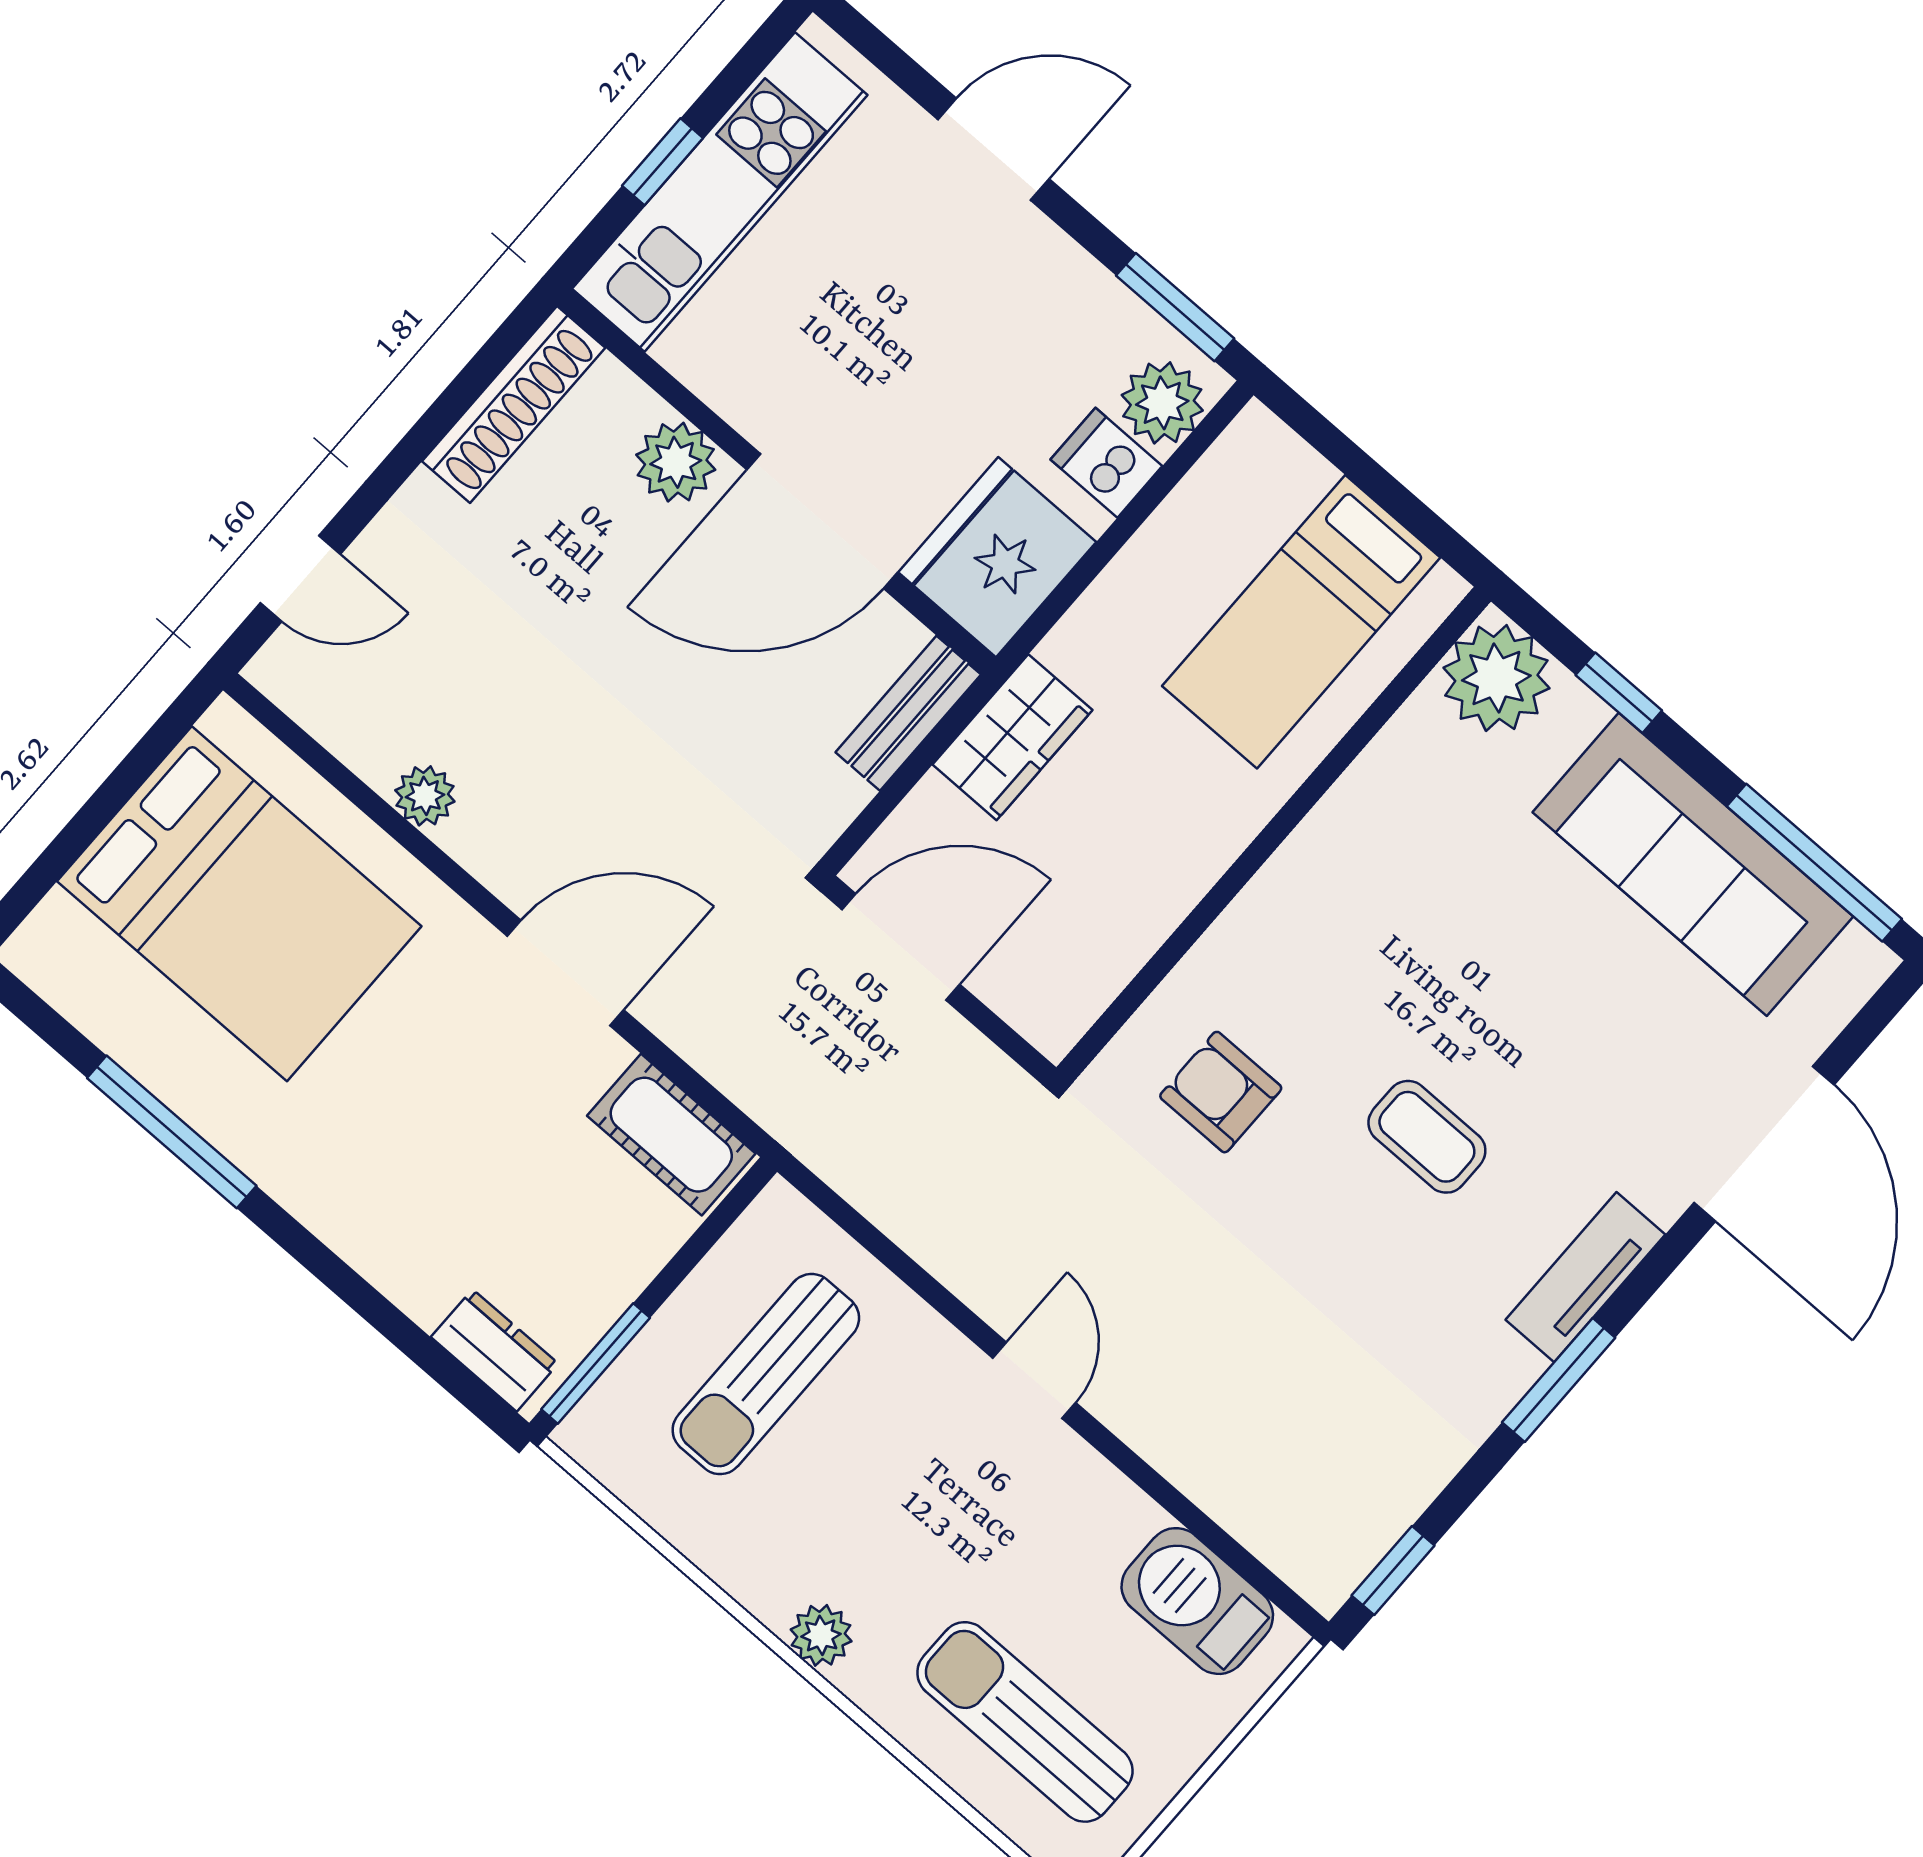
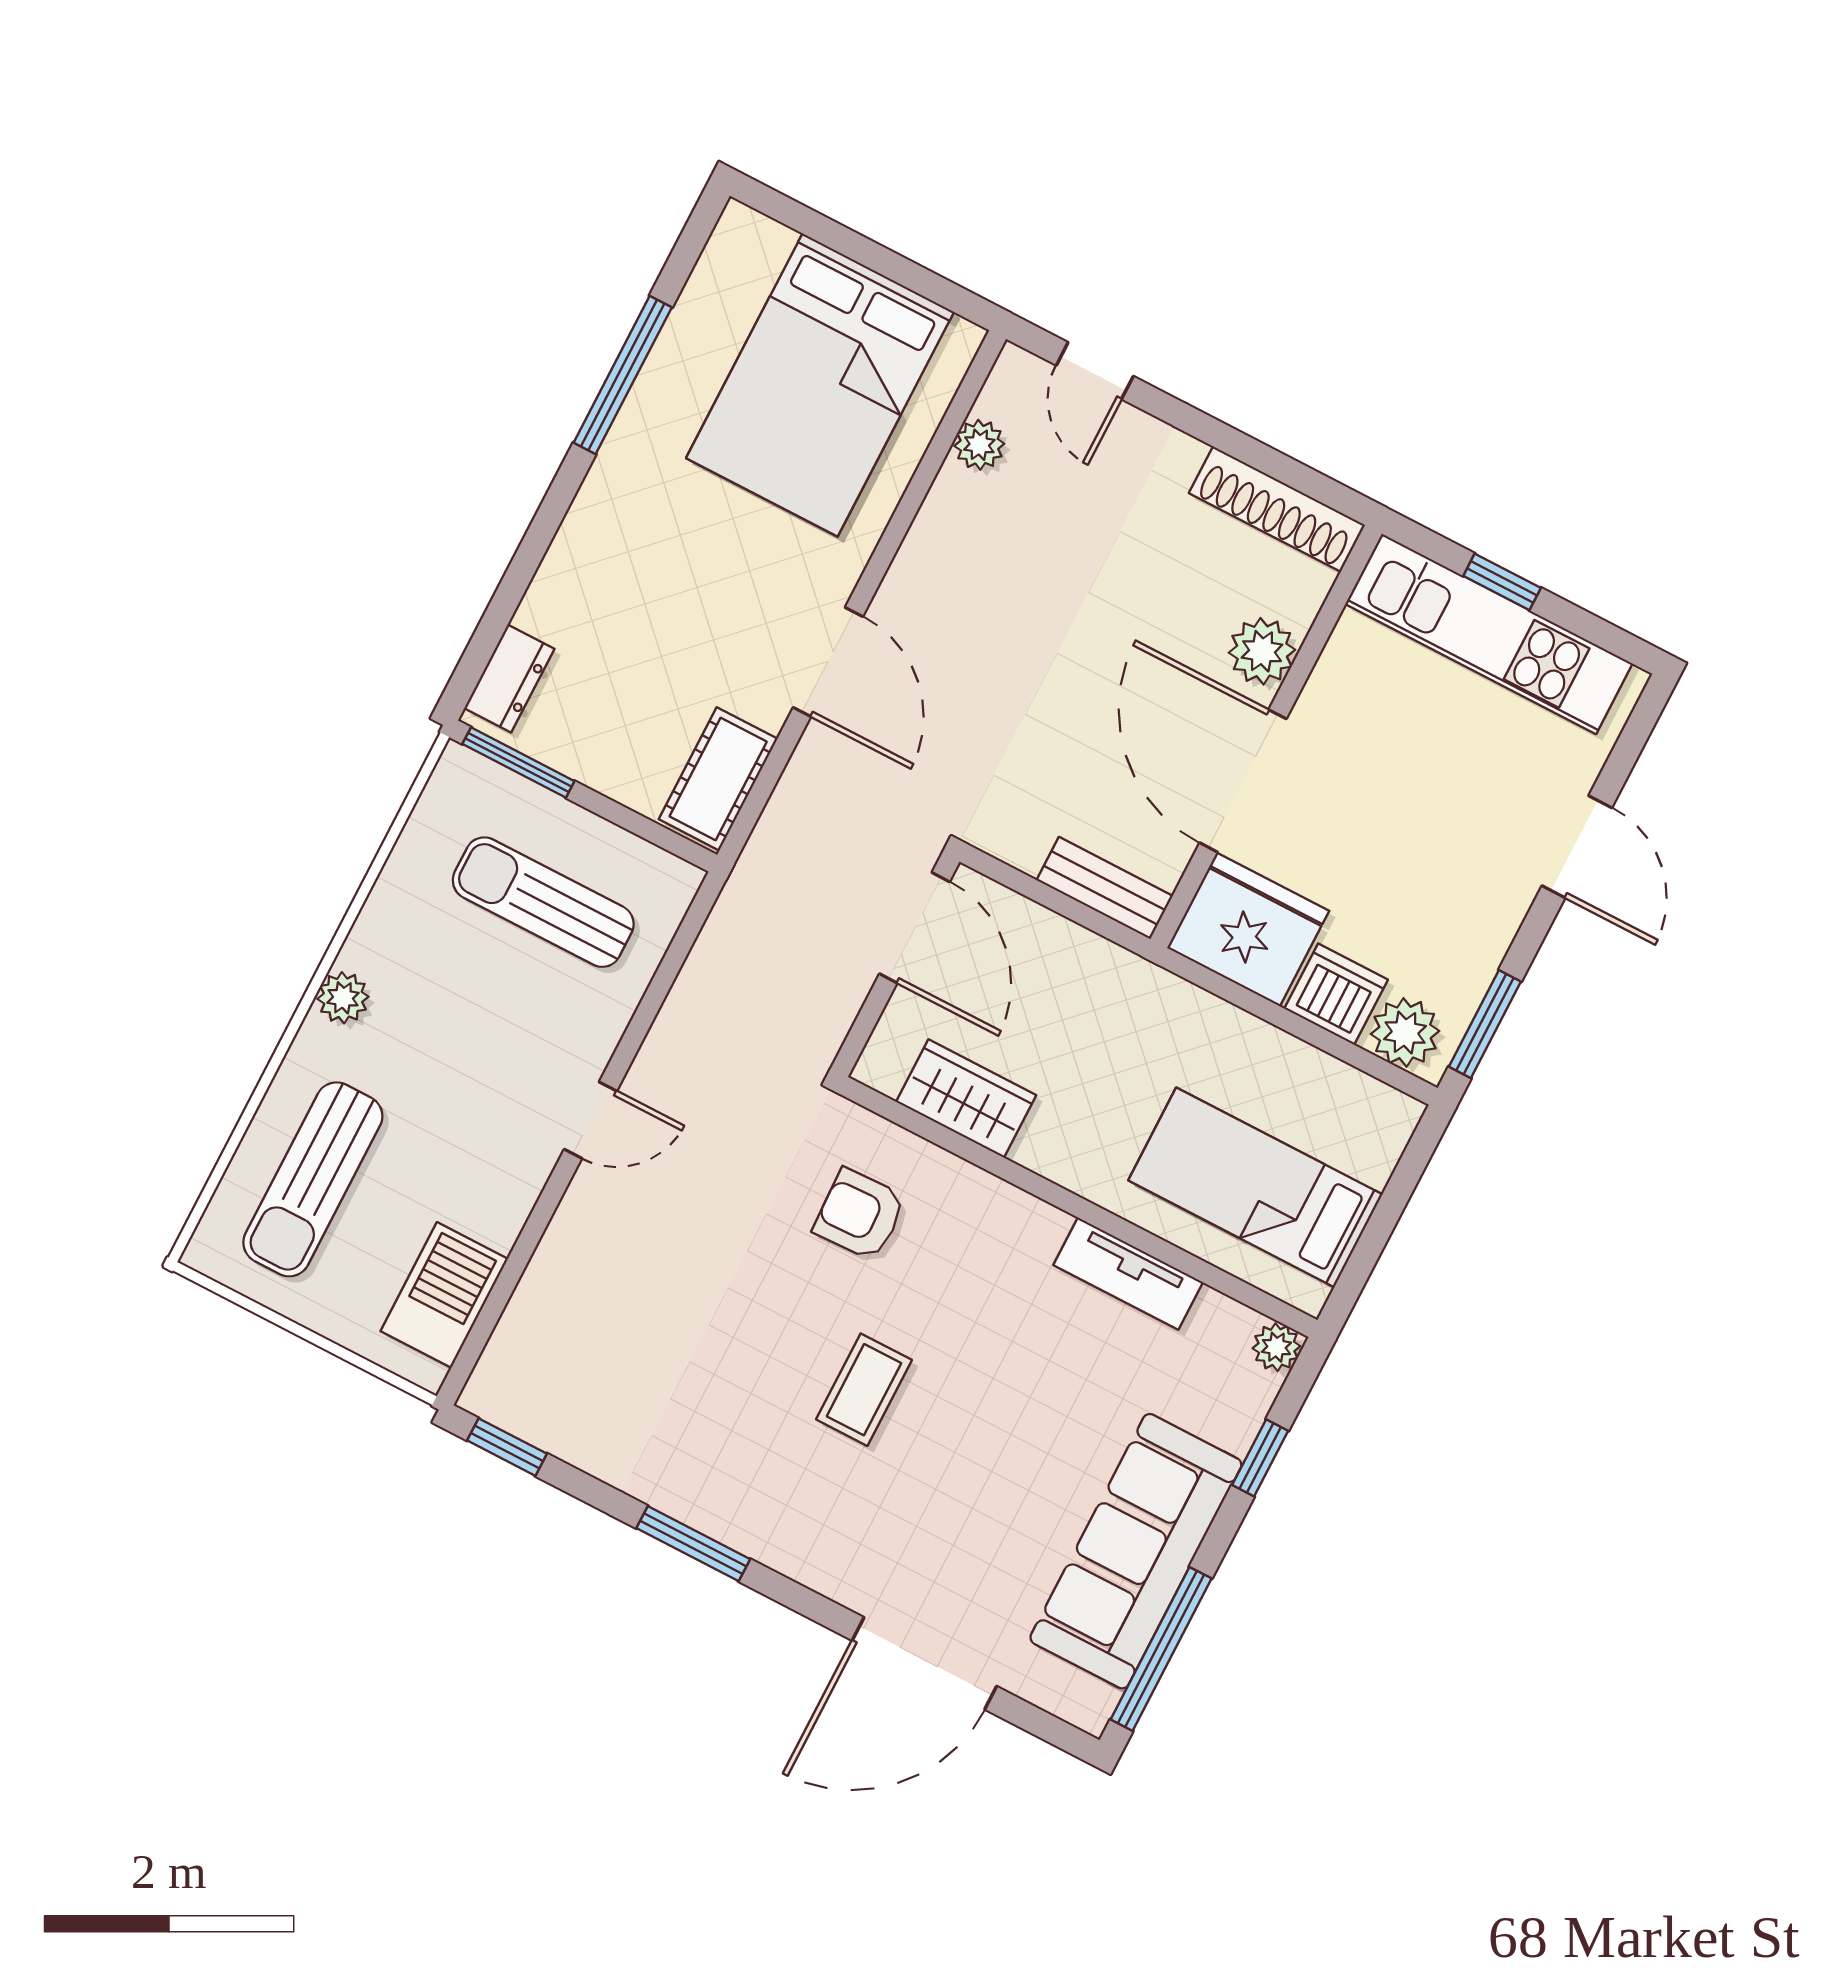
dishwasher: (1106, 463) -> (1336, 994), width x1.38
plant: (1496, 678) -> (1276, 1347), width x0.53, depth x0.53
wardrobe: (1012, 737) -> (966, 1099), moved, turned 180
plant: (425, 796) -> (979, 445), moved
armchair: (1221, 1092) -> (860, 1214), turned -92
tv unit: (1585, 1277) -> (1128, 1274), moved, turned 180
sun lounger: (1025, 1722) -> (313, 1179), turned 180

